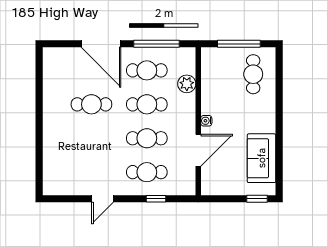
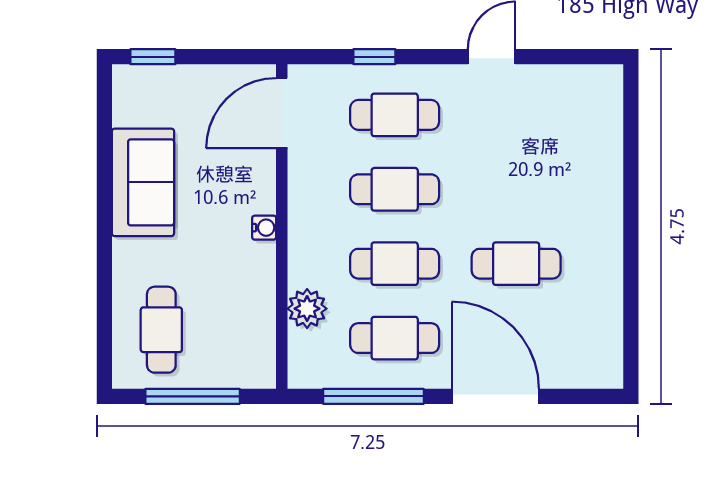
door: (198, 150) -> (282, 113), moved
sofa: (262, 158) -> (143, 182), moved

